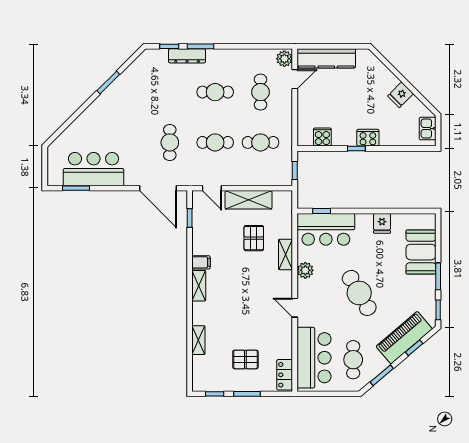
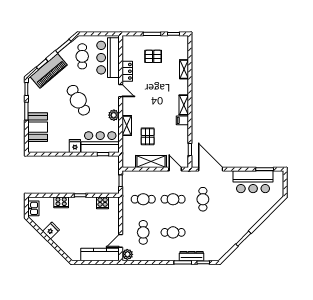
cooker: (368, 138) -> (61, 202), moved
fridge: (382, 223) -> (75, 146), moved
locker: (285, 375) -> (127, 71), moved

